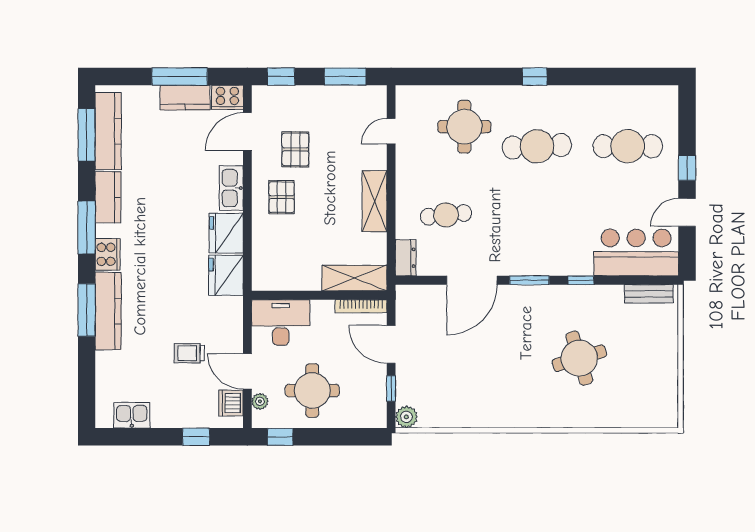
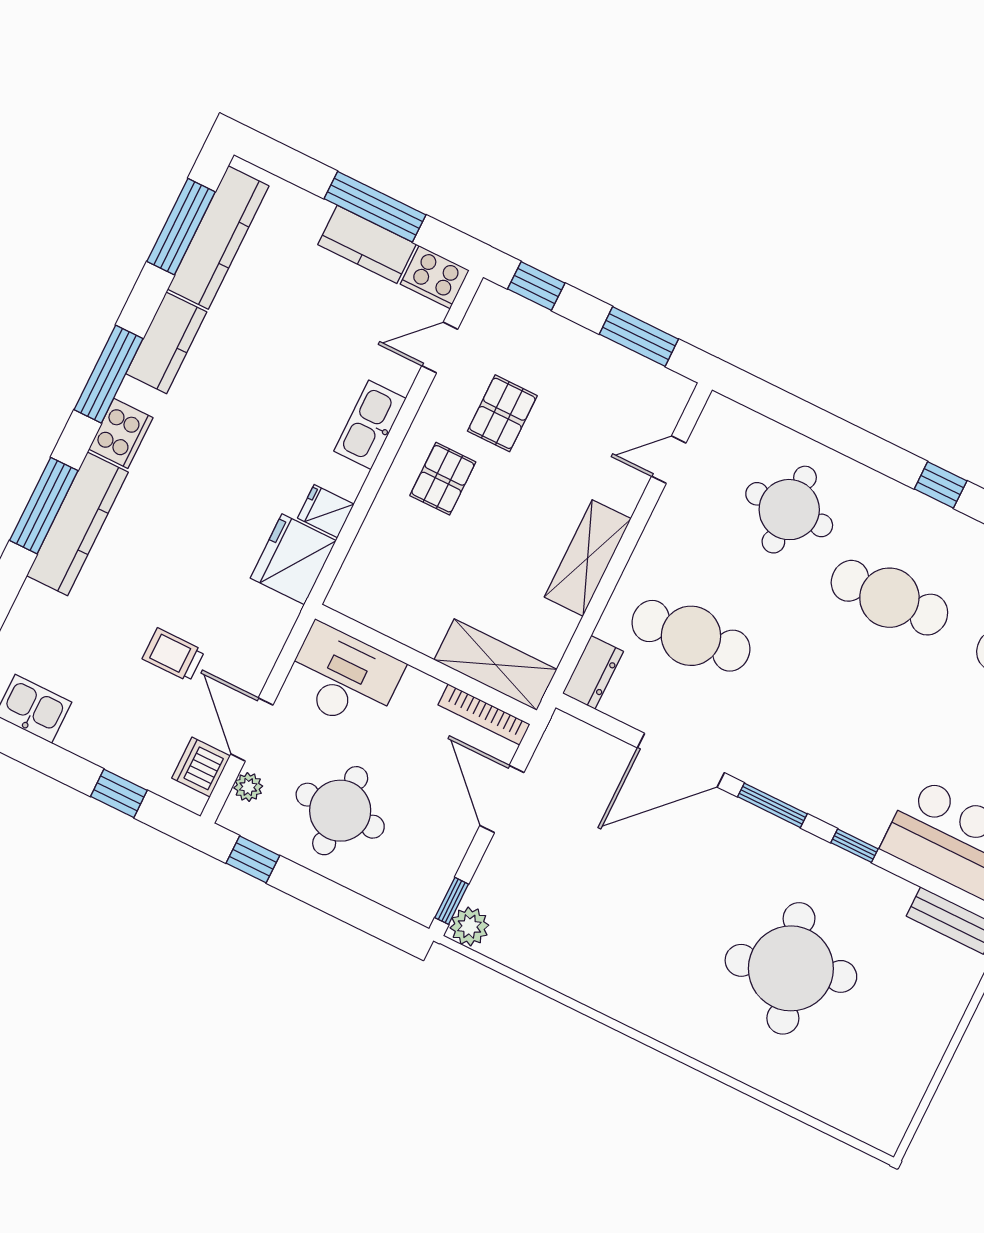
door: (247, 132) -> (440, 347), width x0.73
cafe table: (446, 215) -> (691, 636), width x1.37, depth x1.35
fridge: (226, 233) -> (326, 511), width x0.53, depth x0.75
round table: (579, 358) -> (791, 968), width x1.36, depth x1.36
window: (391, 388) -> (452, 901), moved

